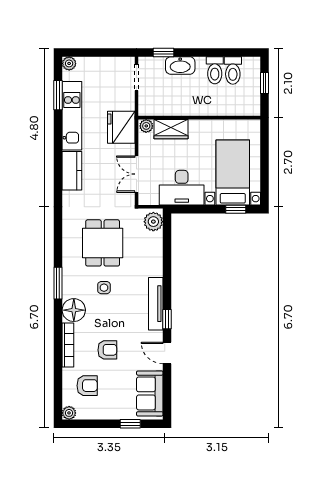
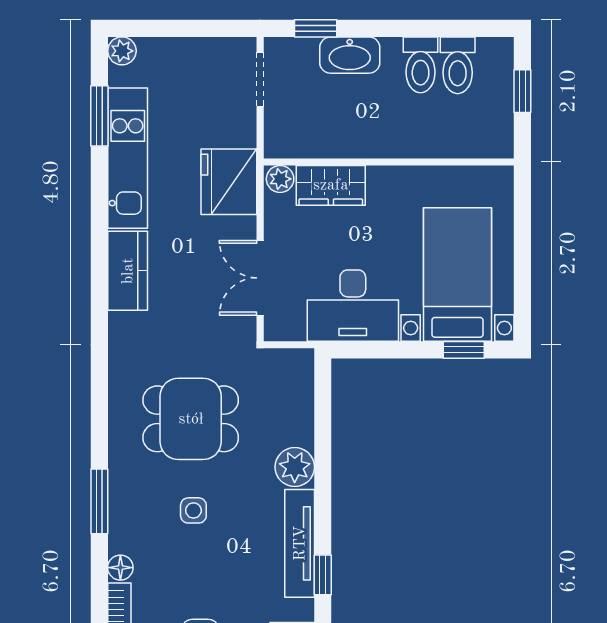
plant: (153, 222) -> (295, 467), moved
dining table: (103, 243) -> (191, 419), turned 90
floor lamp: (74, 310) -> (120, 568), width x0.53, depth x0.53

